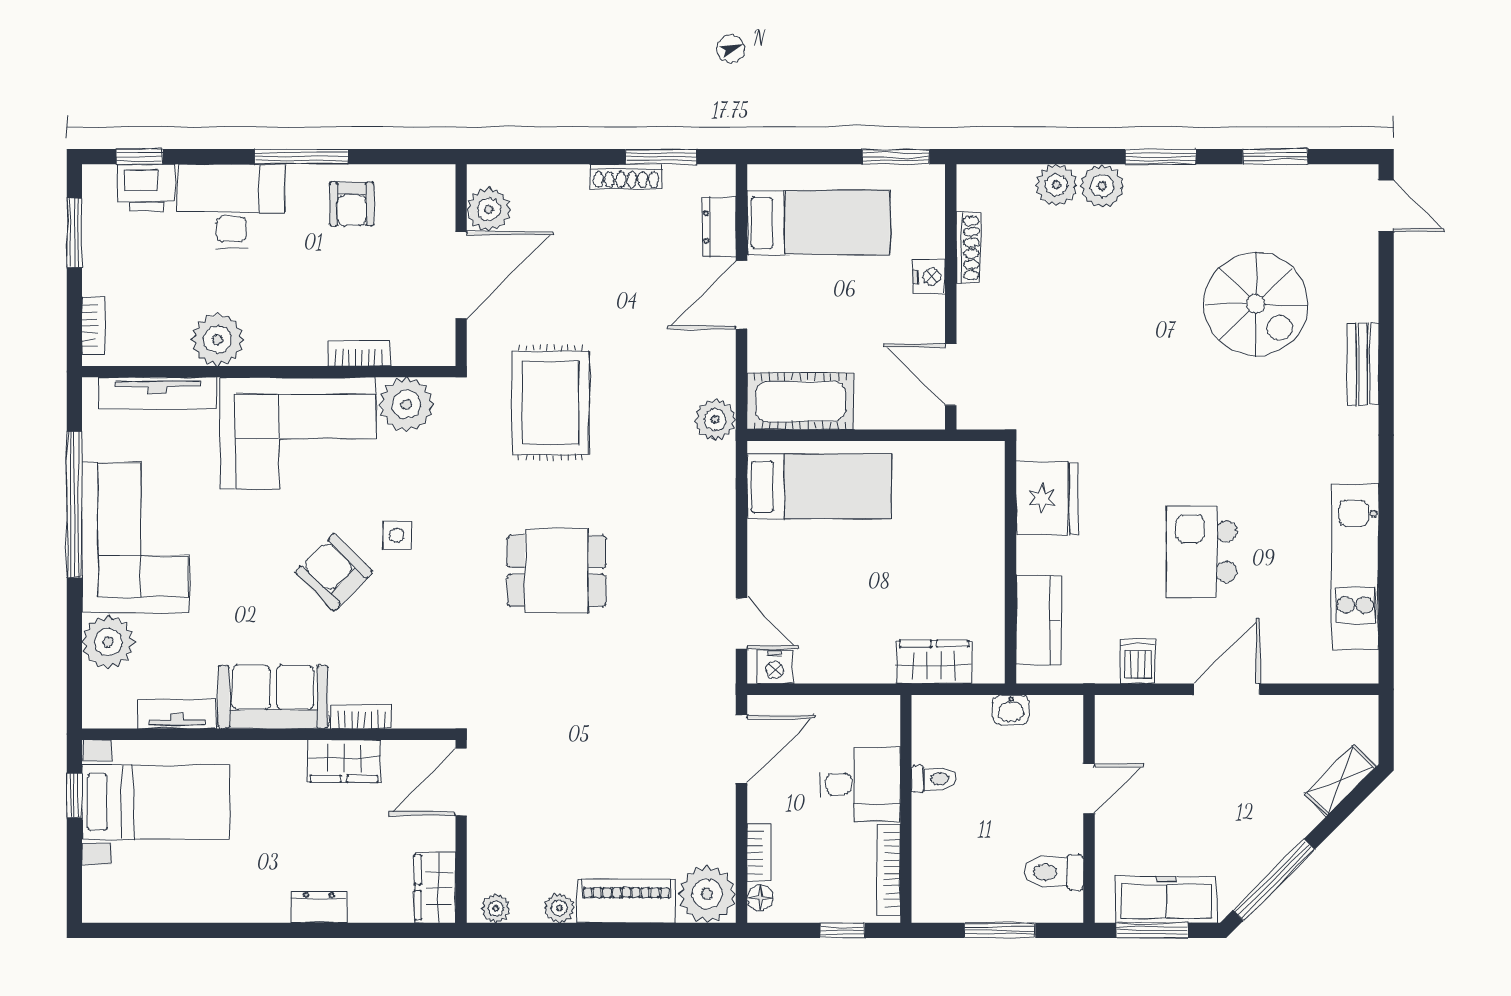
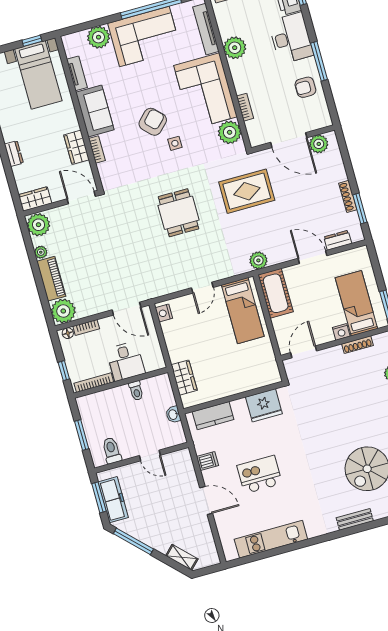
bed: (818, 223) -> (356, 303), moved, turned 180
door: (741, 623) -> (202, 288), moved
plant: (496, 909) -> (38, 225), width x1.88, depth x1.88

